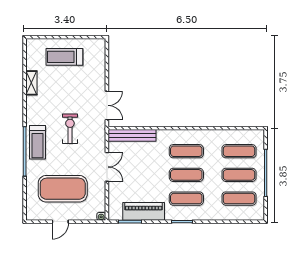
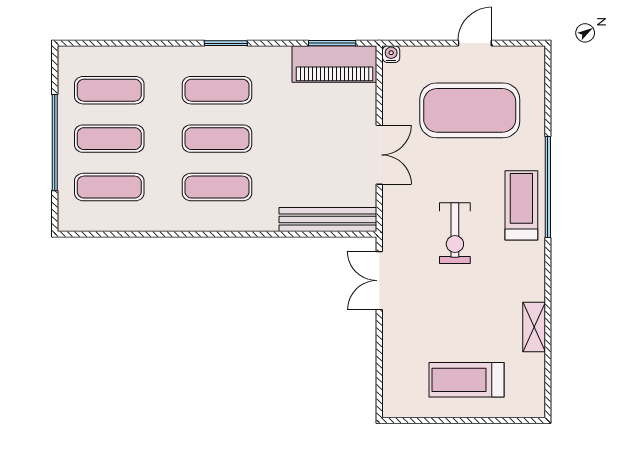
treadmill: (64, 57) -> (466, 380), turned 180
double door: (107, 167) -> (379, 155), swing flipped
piano: (144, 211) -> (334, 64), moved

